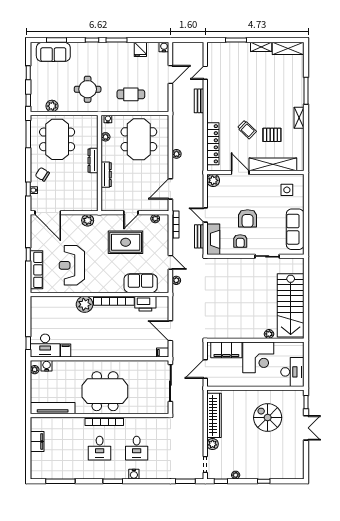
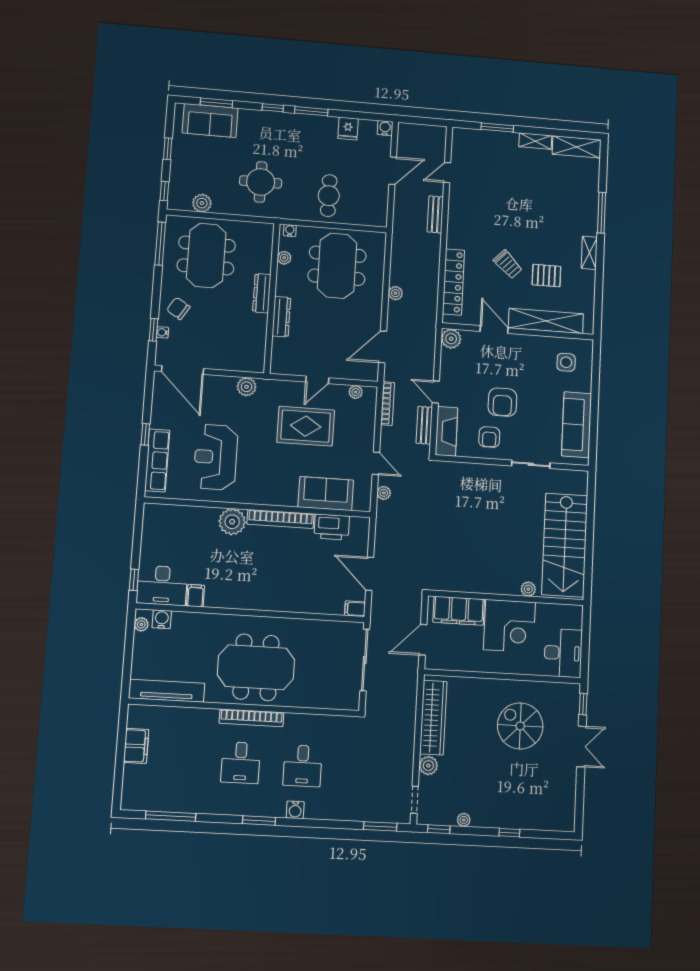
cafe table: (131, 94) -> (329, 196), turned 90

